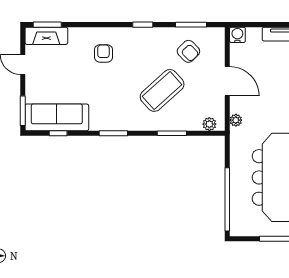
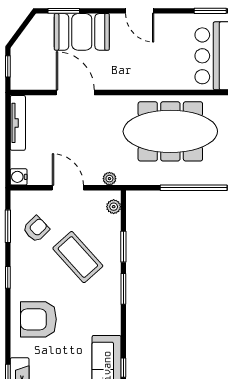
armchair: (103, 53) -> (38, 319), width x1.88, depth x1.88
door: (227, 81) -> (68, 188), hinge flipped
window: (113, 133) -> (123, 289), moved

